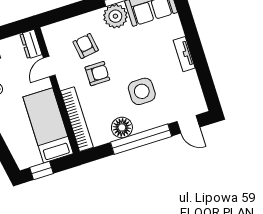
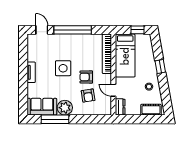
door: (49, 67) -> (113, 90), swing flipped
side table: (142, 91) -> (63, 68), moved
floor lamp: (122, 127) -> (82, 40), removed

